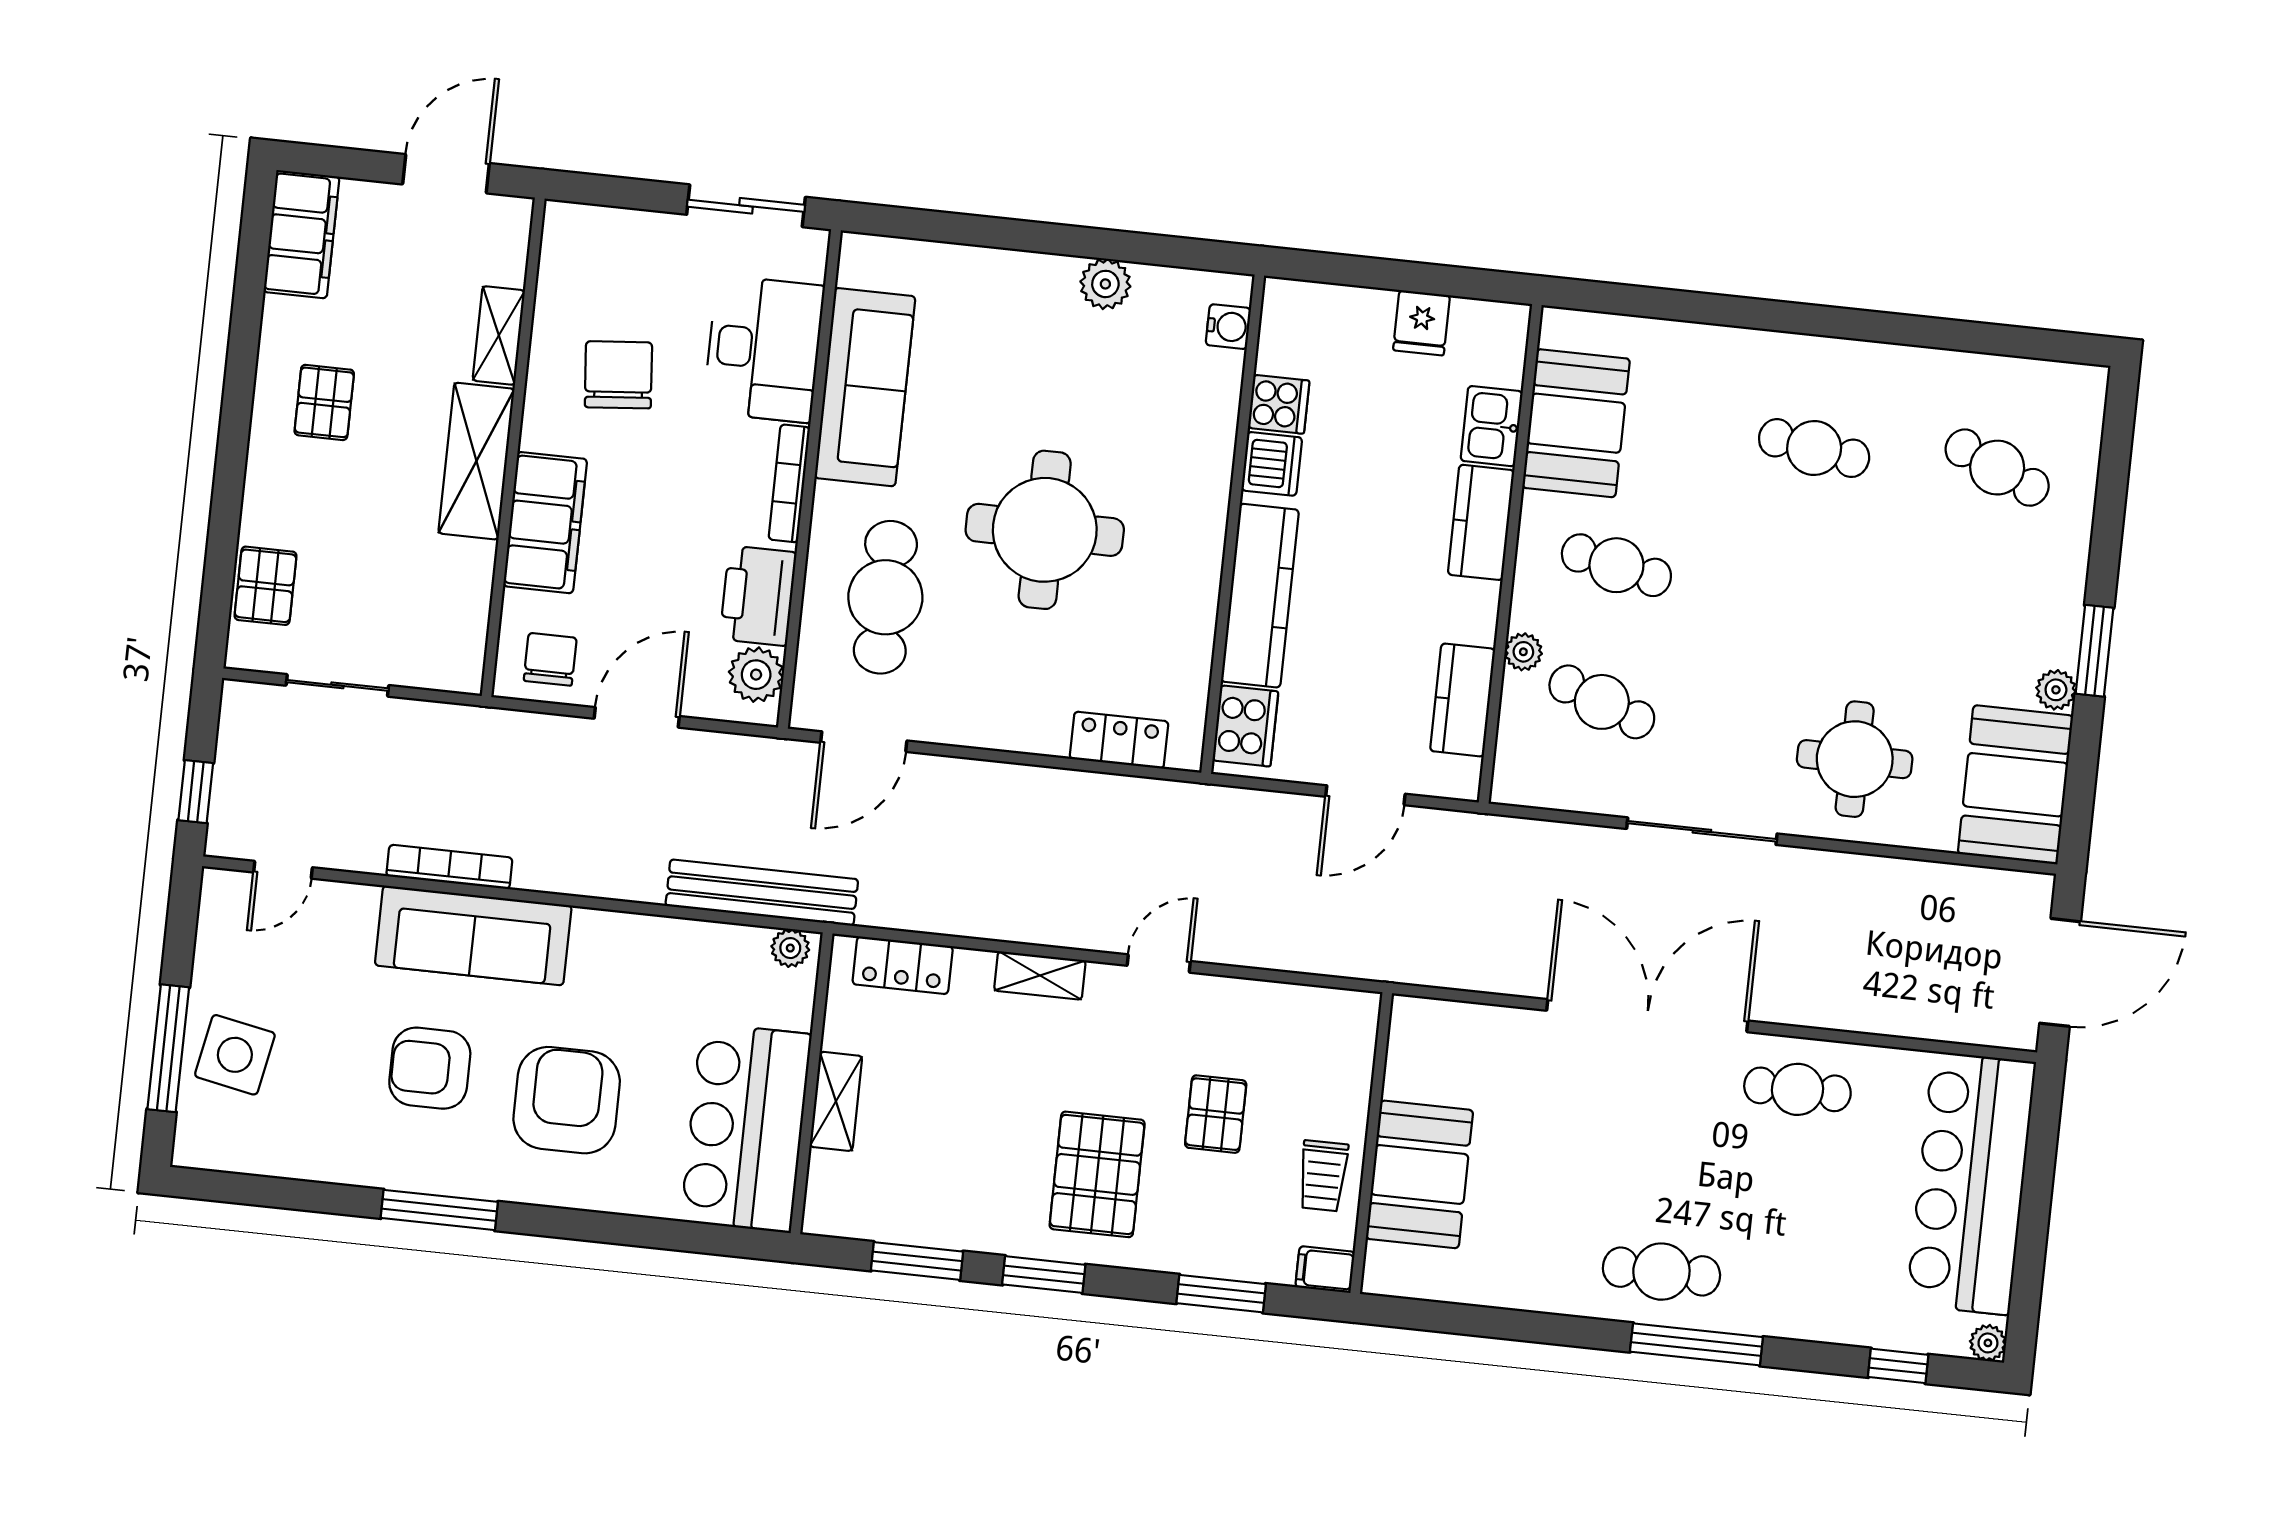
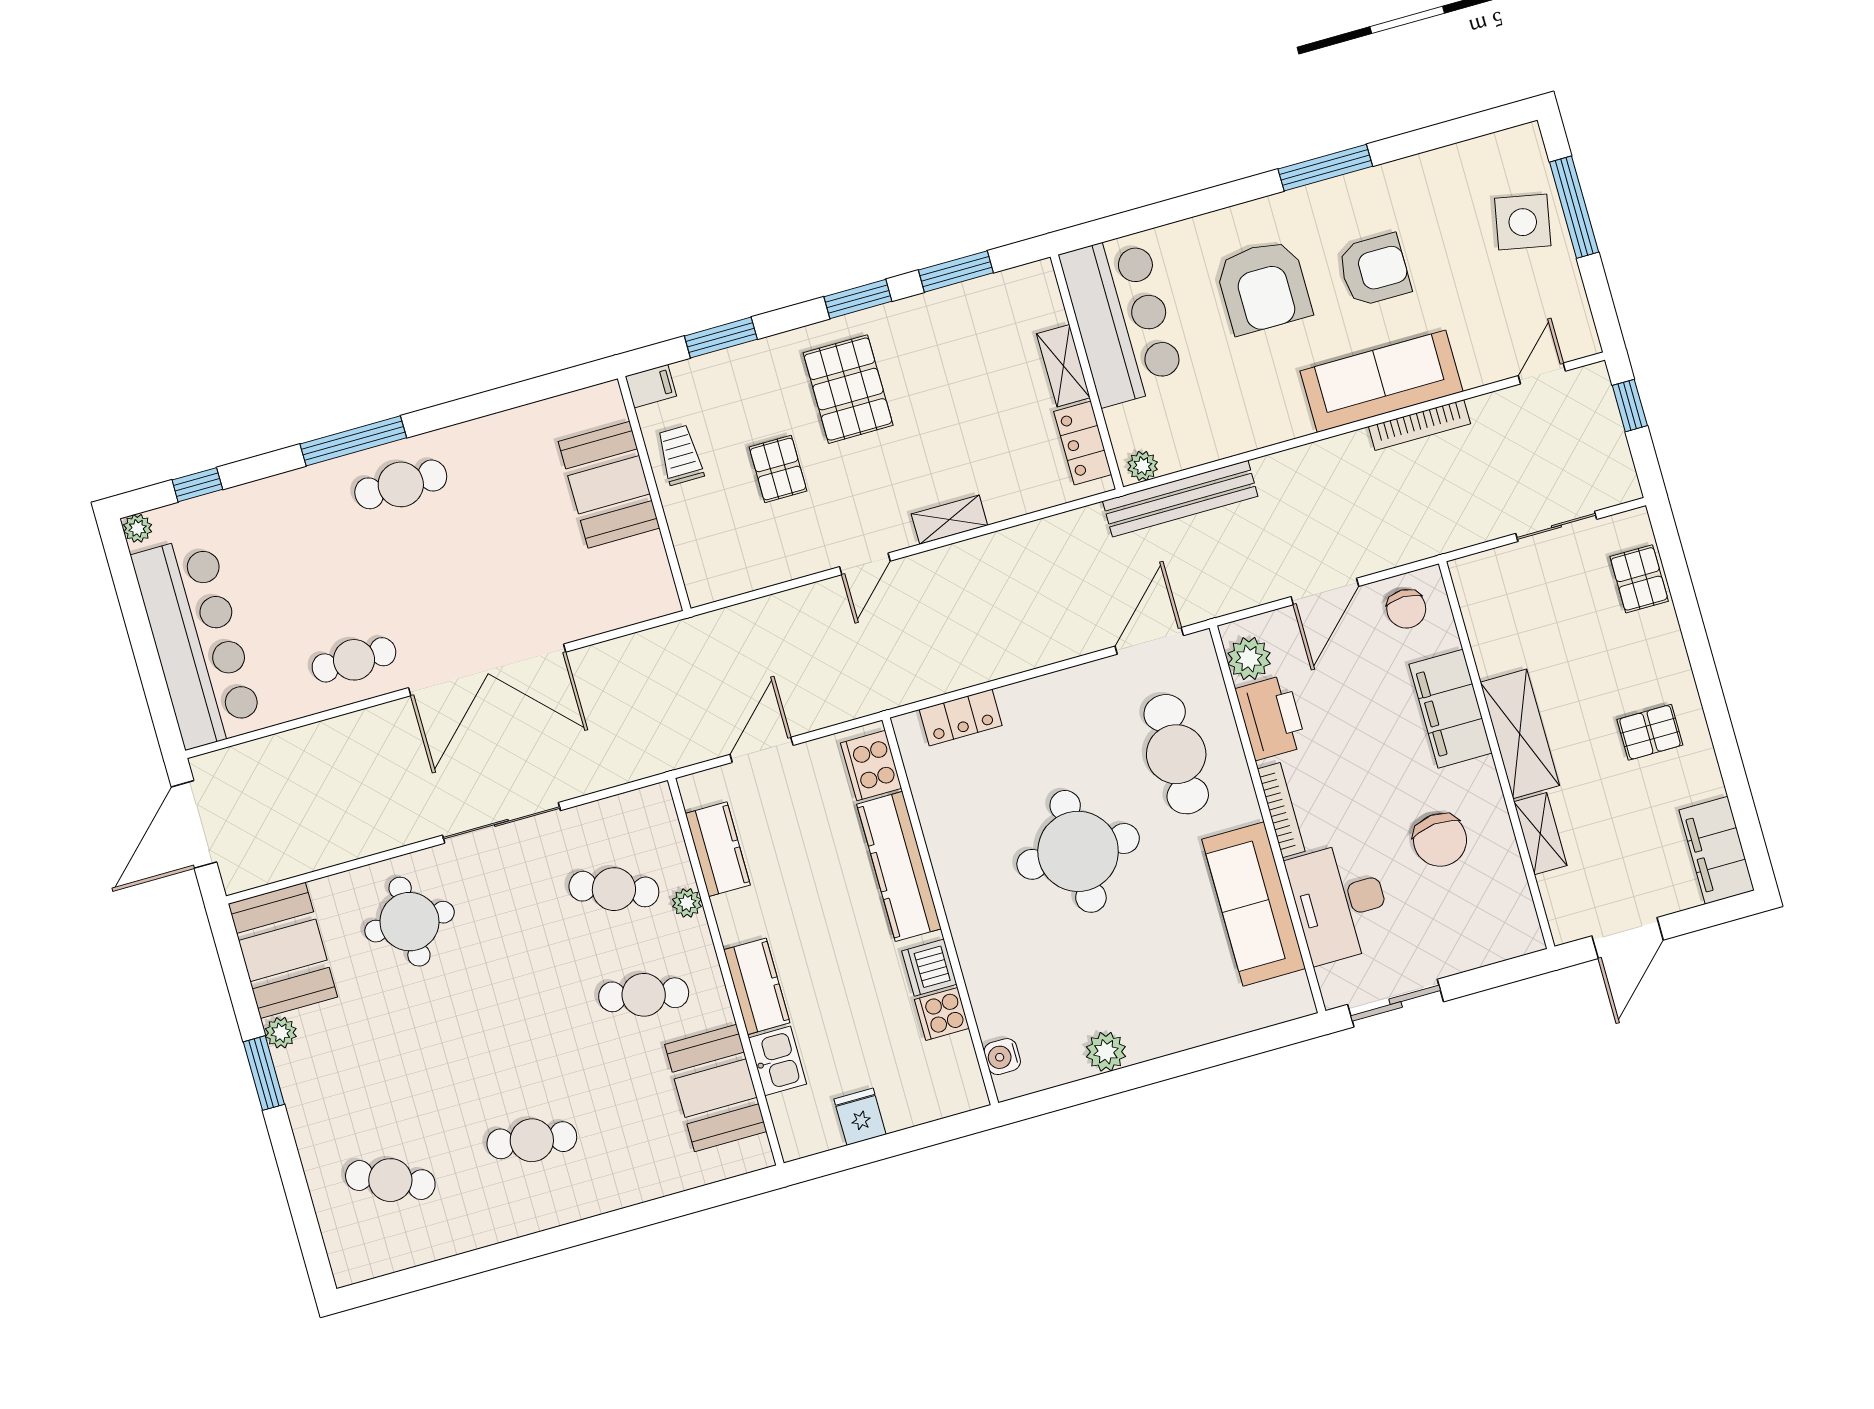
pallet: (324, 402) -> (1650, 732), turned 90
locker: (903, 965) -> (1083, 443), moved, turned -90

